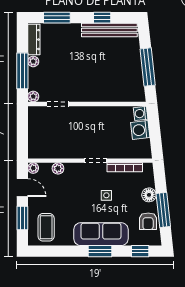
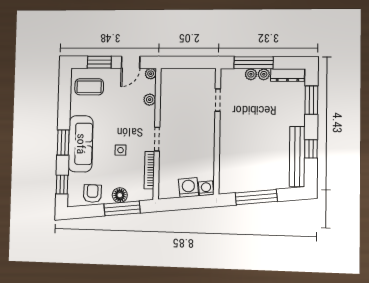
plant: (33, 96) -> (251, 74), moved
window: (163, 210) -> (122, 208), moved
armchair: (148, 221) -> (92, 193), turned 91

